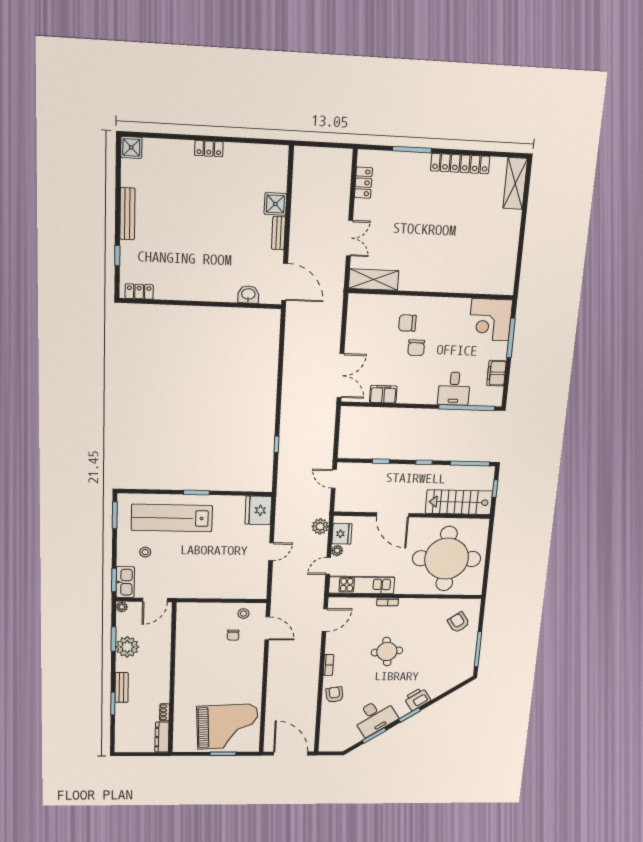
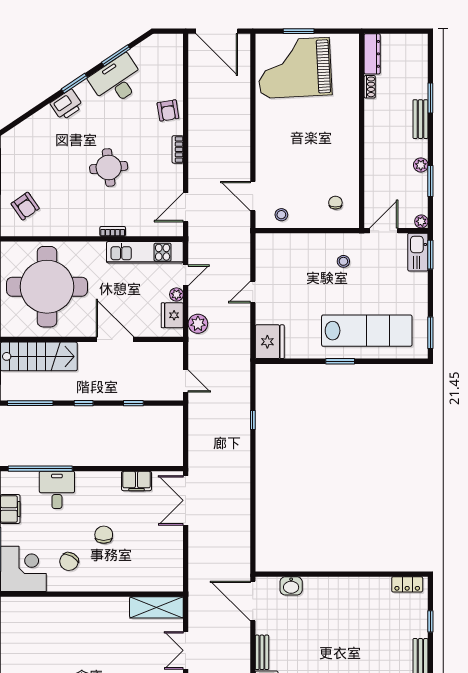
chair: (407, 323) -> (69, 562), moved, turned 120
stool: (145, 552) -> (343, 261), moved
chair: (233, 635) -> (335, 203), moved
plant: (127, 647) -> (421, 165), width x0.53, depth x0.53

